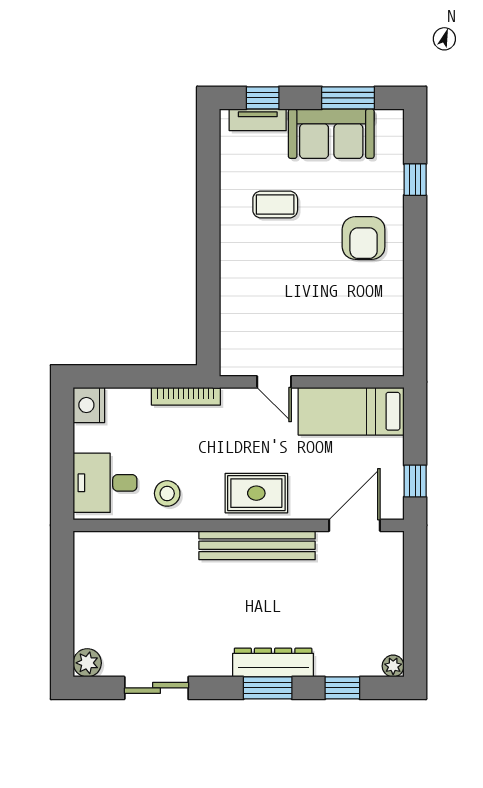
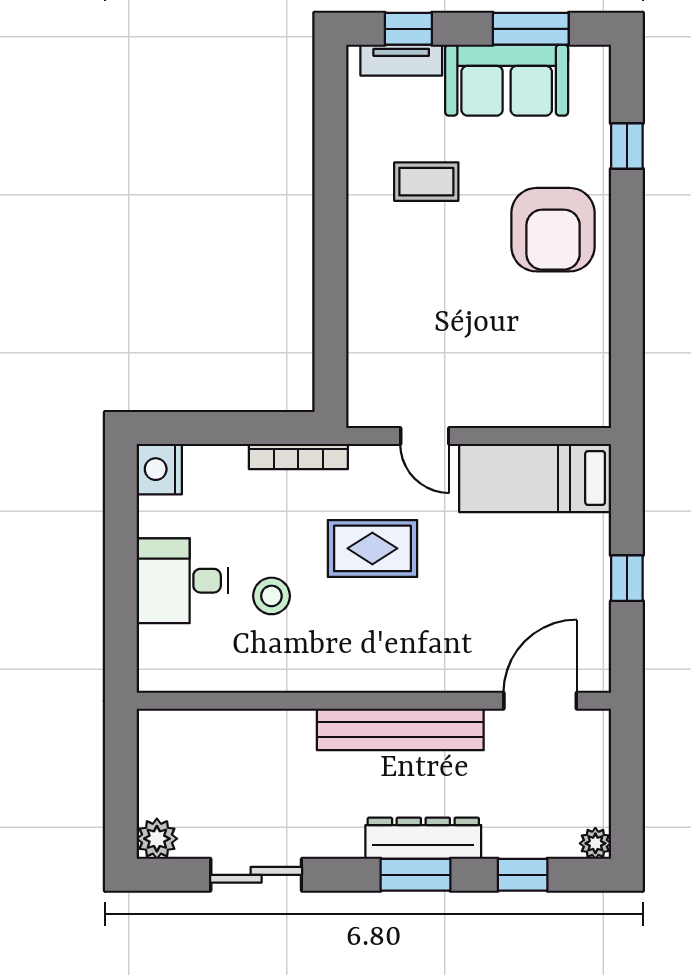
armchair: (364, 238) -> (553, 230), width x1.36, depth x1.36
rug: (256, 493) -> (372, 548), moved
wall: (239, 525) -> (374, 701), moved
door: (355, 525) -> (540, 701), moved
bench: (257, 545) -> (400, 729), moved

